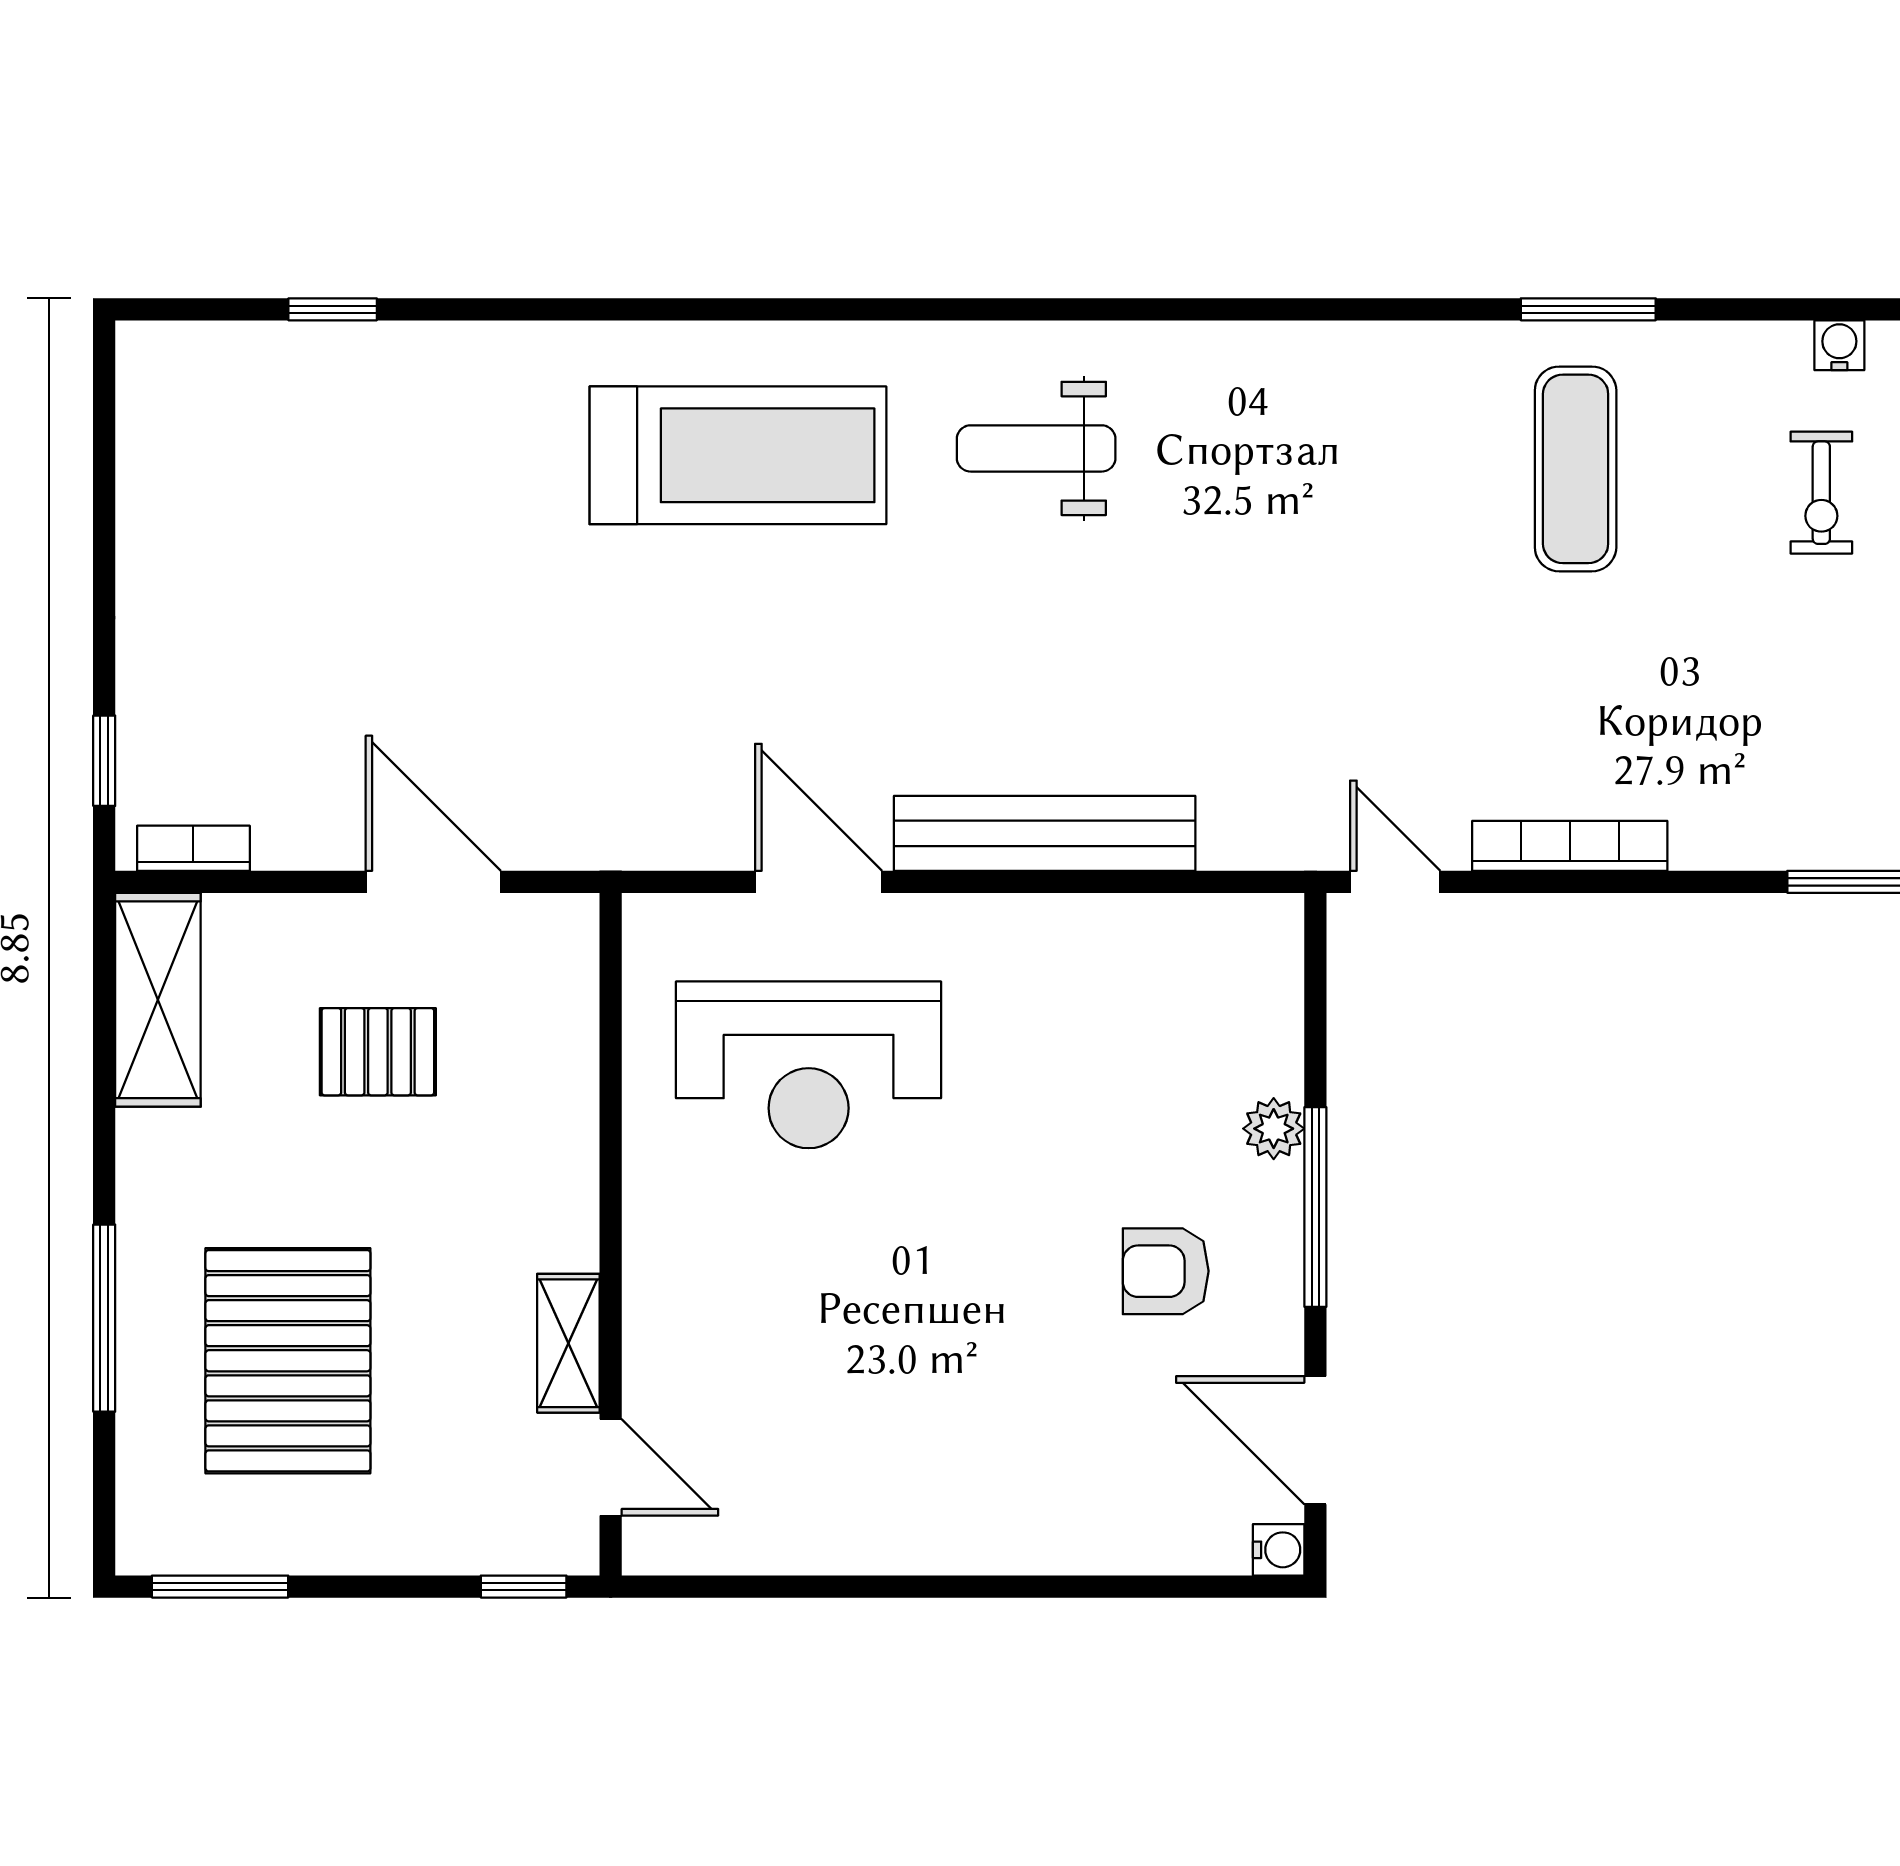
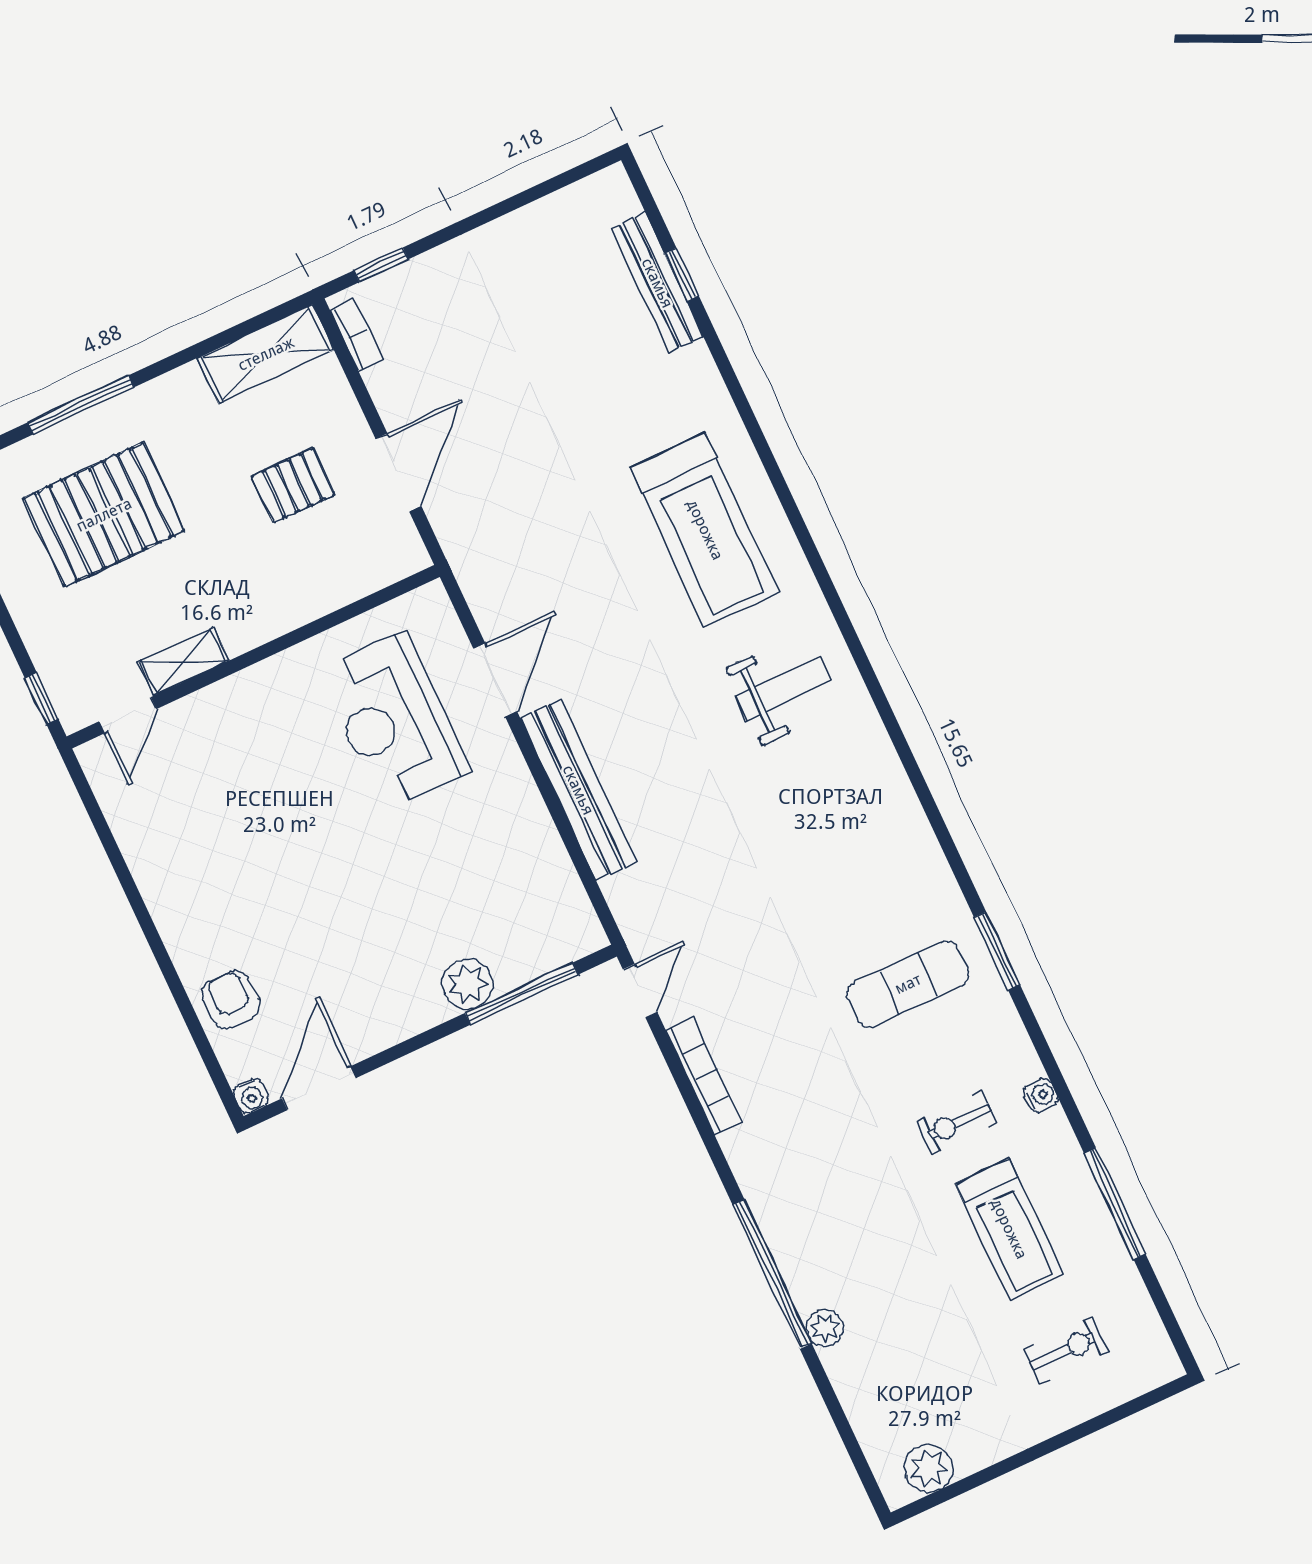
bench: (327, 353) -> (657, 283), added
weight bench: (1036, 448) -> (783, 689), turned 90
pallet: (378, 1052) -> (293, 485), turned 90
plant: (1274, 1129) -> (468, 984), width x1.38, depth x1.38
window: (1315, 1207) -> (522, 994), moved
armchair: (1166, 1271) -> (231, 999), moved

